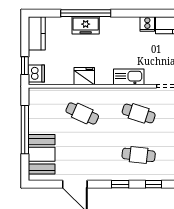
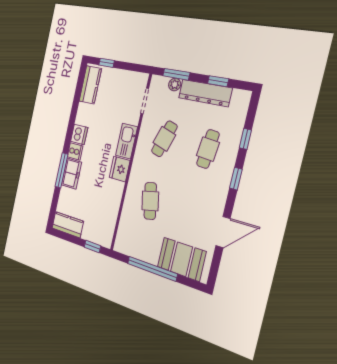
window: (86, 13) -> (61, 170), width x0.68
cooker: (147, 24) -> (75, 151), moved
dishwasher: (36, 74) -> (79, 135), moved, turned 90
fridge: (84, 76) -> (120, 169), moved
cafe table: (82, 113) -> (150, 201), turned -36

